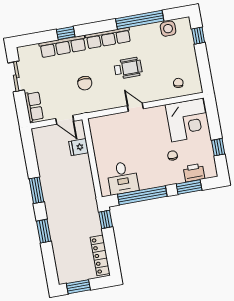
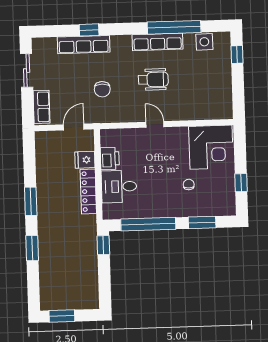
row of seats: (108, 38) -> (158, 42), moved
chair: (178, 83) -> (207, 104), removed
door: (65, 120) -> (74, 127), swing flipped
printer: (194, 173) -> (110, 158), moved, turned 90
desk: (123, 178) -> (119, 187), moved, turned 90
locker: (100, 255) -> (88, 191), moved

